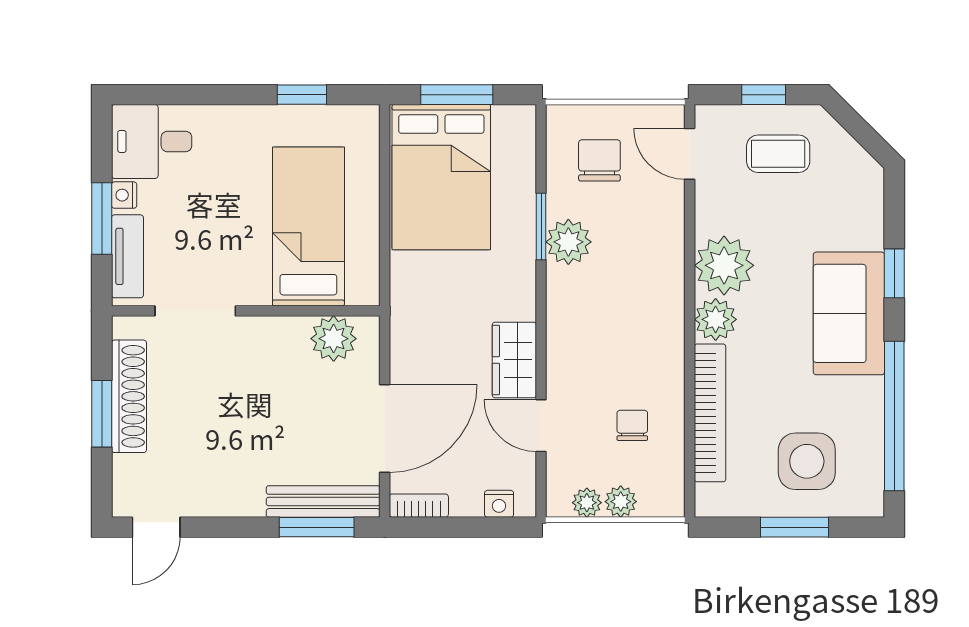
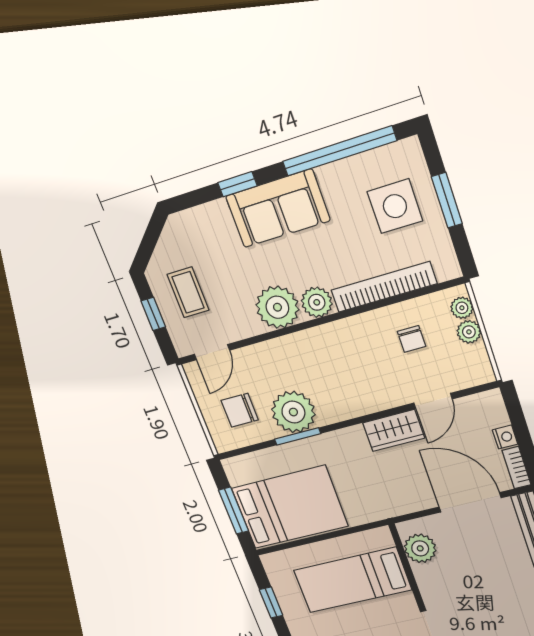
plant: (568, 242) -> (293, 412), width x1.36, depth x1.36
chair: (632, 425) -> (411, 339), turned -90
plant: (587, 503) -> (462, 308), moved
nightstand: (499, 504) -> (505, 437), moved

